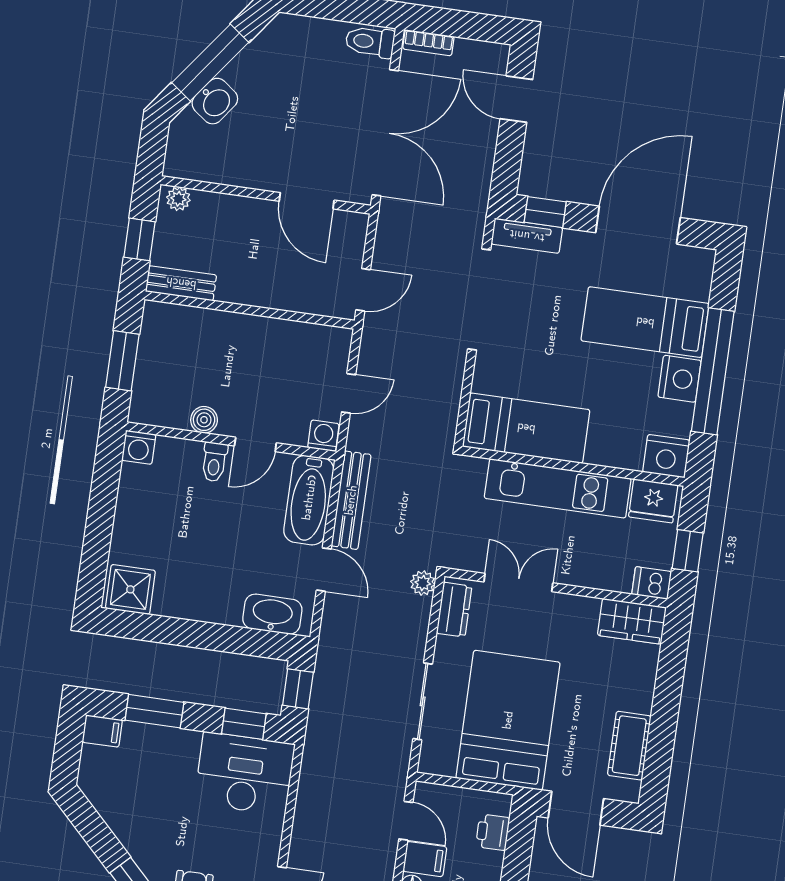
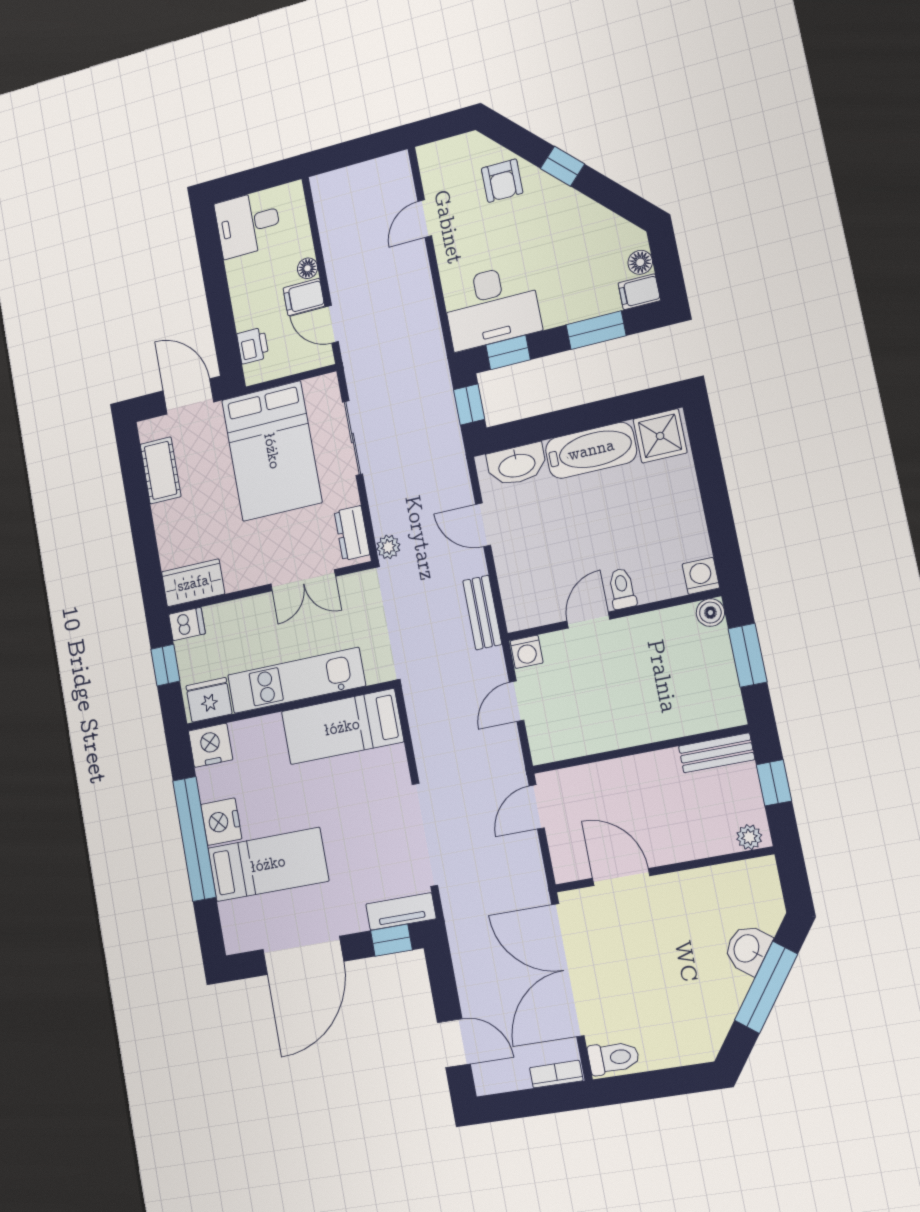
boiler: (204, 420) -> (710, 613), moved
bathtub: (309, 500) -> (591, 450), moved, turned 90
bench: (351, 500) -> (482, 612), width x0.73
floor lamp: (92, 758) -> (640, 262), added

